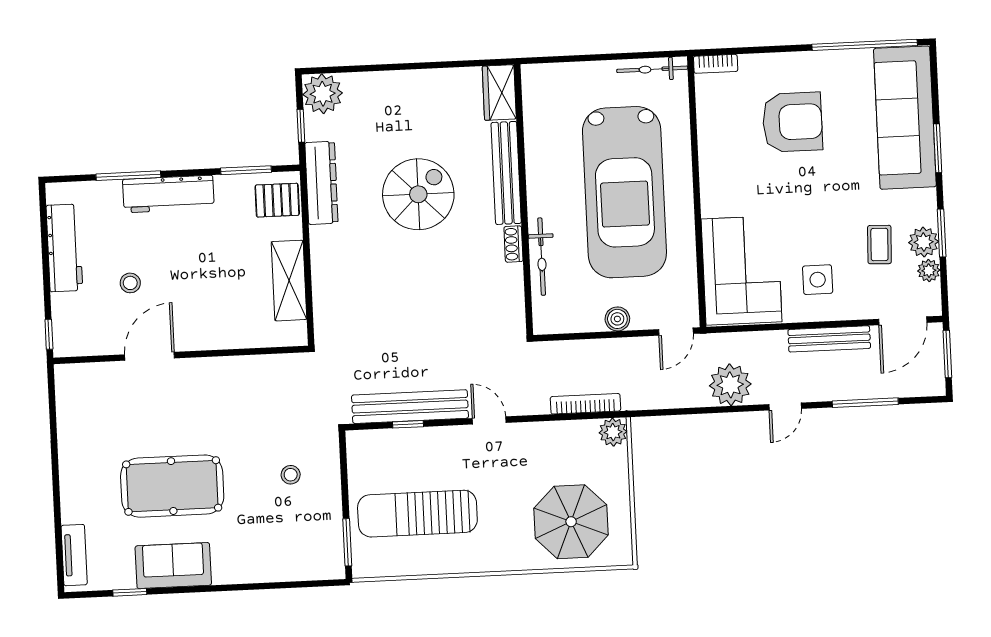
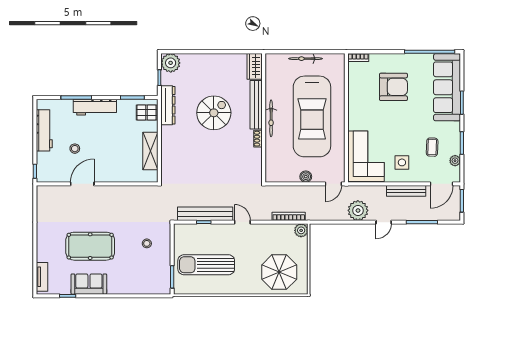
bicycle: (652, 69) -> (305, 59), moved
plant: (924, 242) -> (453, 147), removed
bicycle: (542, 257) -> (271, 118), moved

